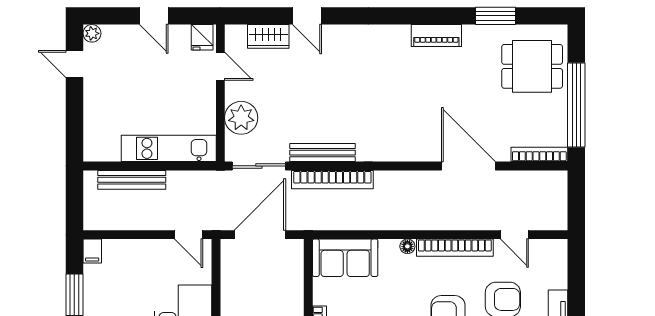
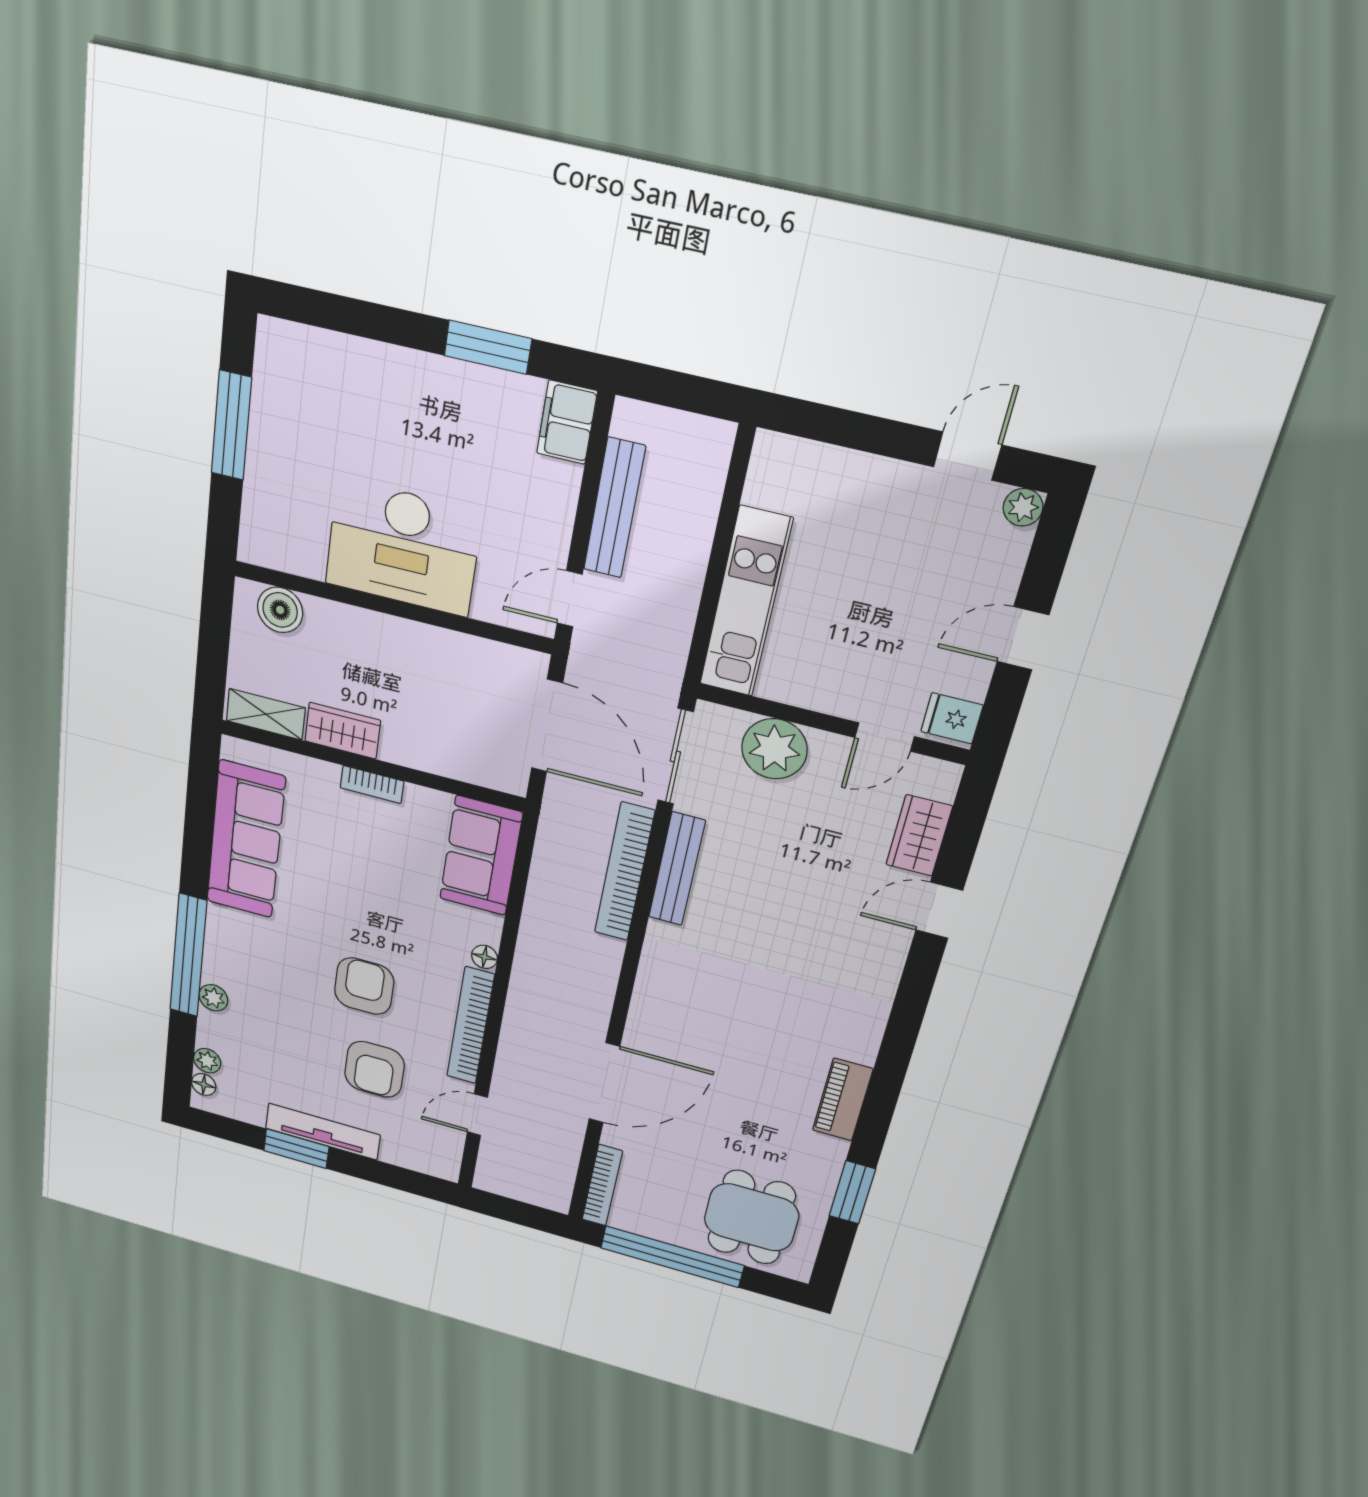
bench: (132, 180) -> (614, 508), moved
filing cabinet: (92, 251) -> (567, 422), width x2.00

